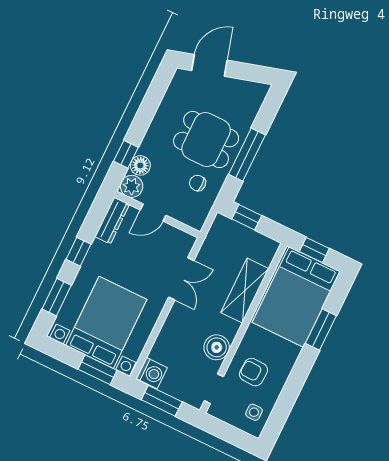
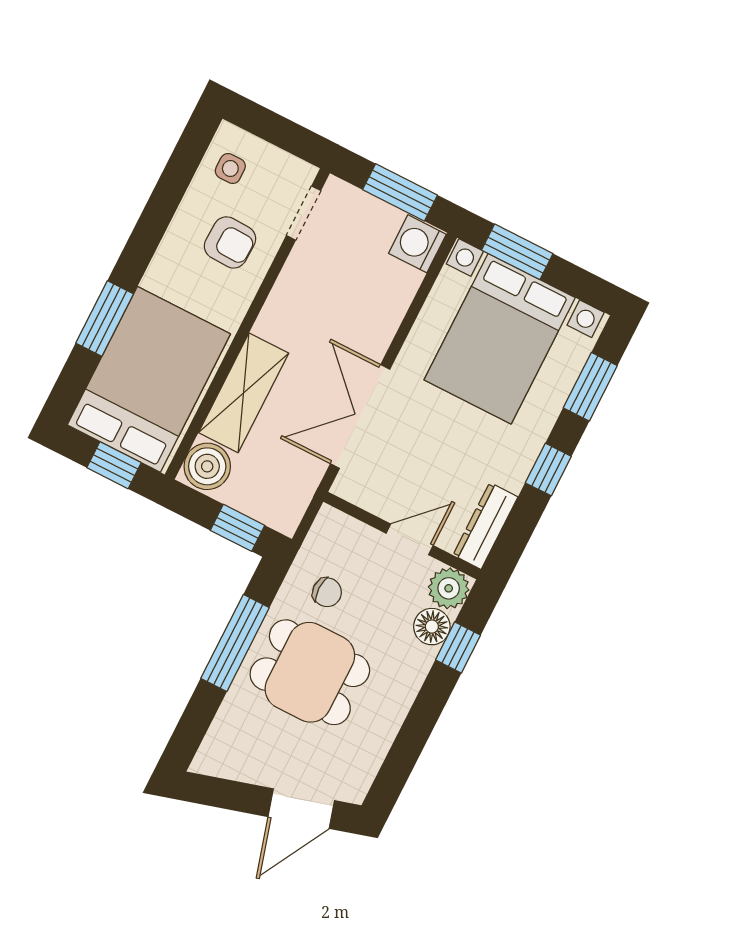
double door: (181, 279) -> (360, 417), width x1.37
boiler: (217, 347) -> (207, 466), moved

